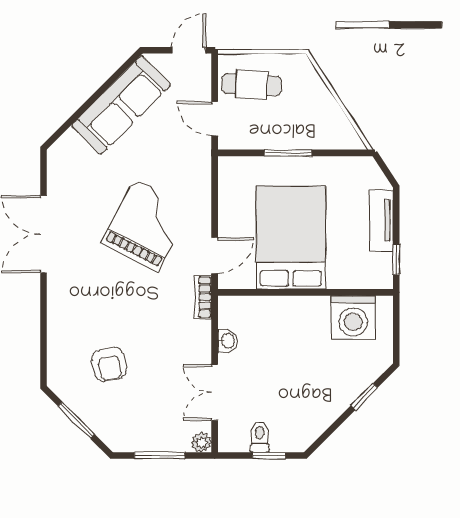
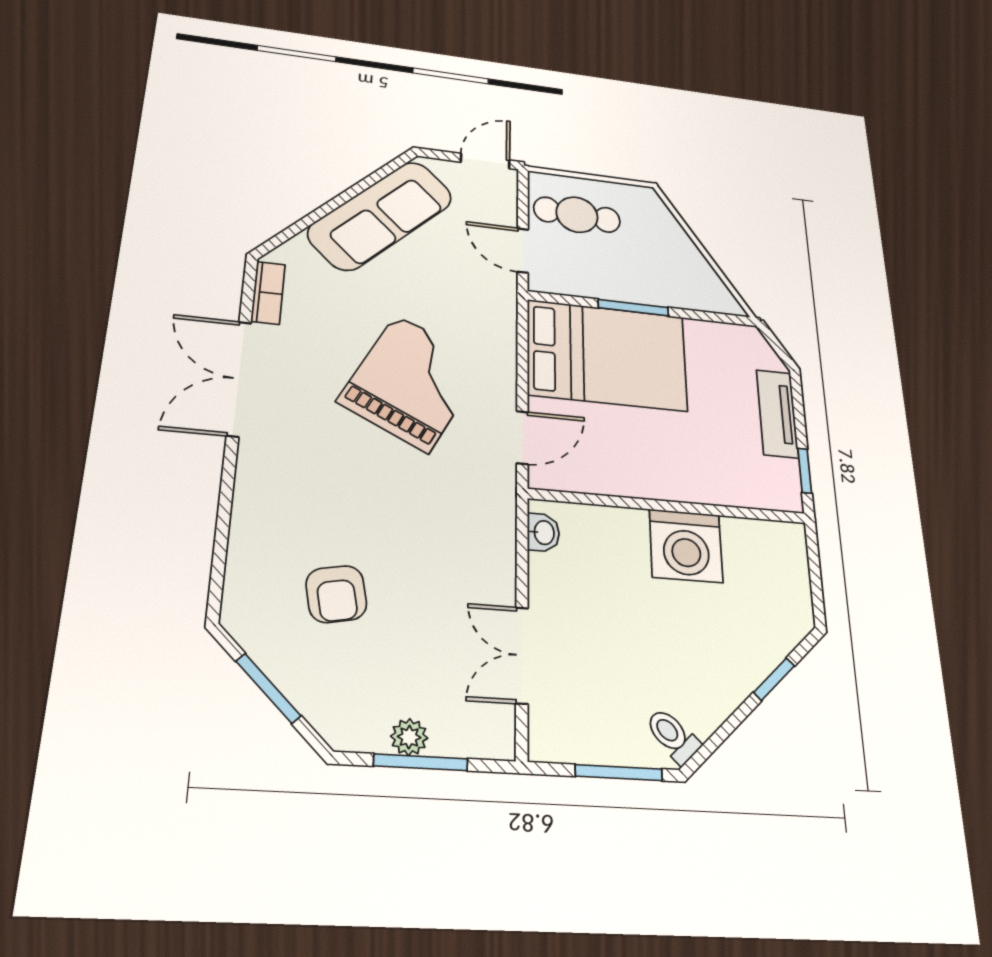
bed: (291, 238) -> (607, 355), moved, turned 90
bookcase: (203, 297) -> (268, 293), moved, turned 180
washing machine: (353, 317) -> (686, 546), moved
washbasin: (227, 341) -> (543, 533), moved
toilet: (260, 437) -> (673, 736), moved, turned -45
plant: (201, 442) -> (409, 737), moved
window: (269, 456) -> (619, 773), width x1.50

